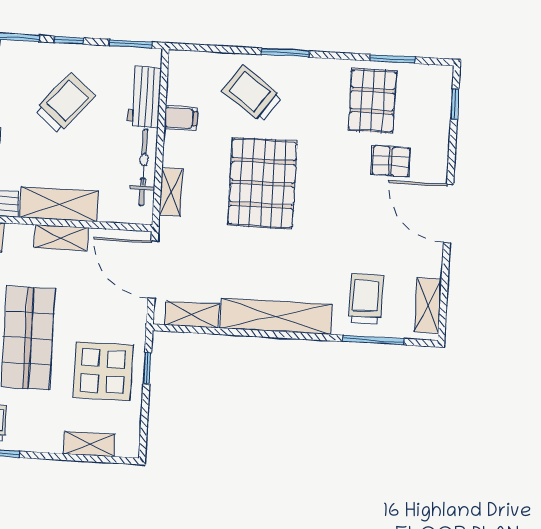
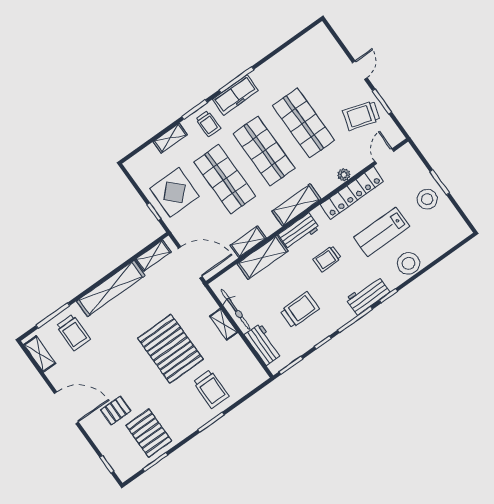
trolley: (252, 94) -> (211, 389), turned 55
trolley: (65, 103) -> (300, 310), turned -131
filing cabinet: (181, 118) -> (237, 348), removed
shelving: (171, 192) -> (224, 324), moved
shelving: (89, 444) -> (170, 138), moved

